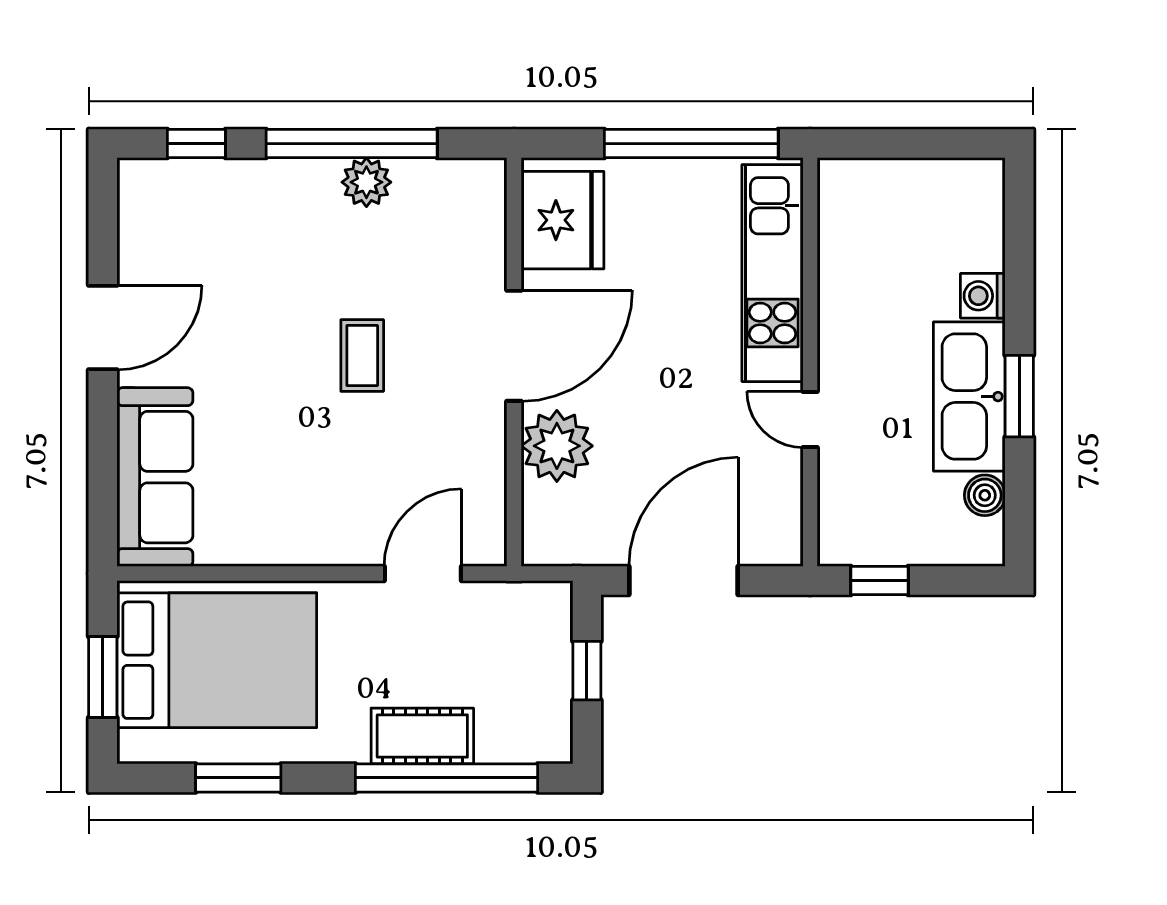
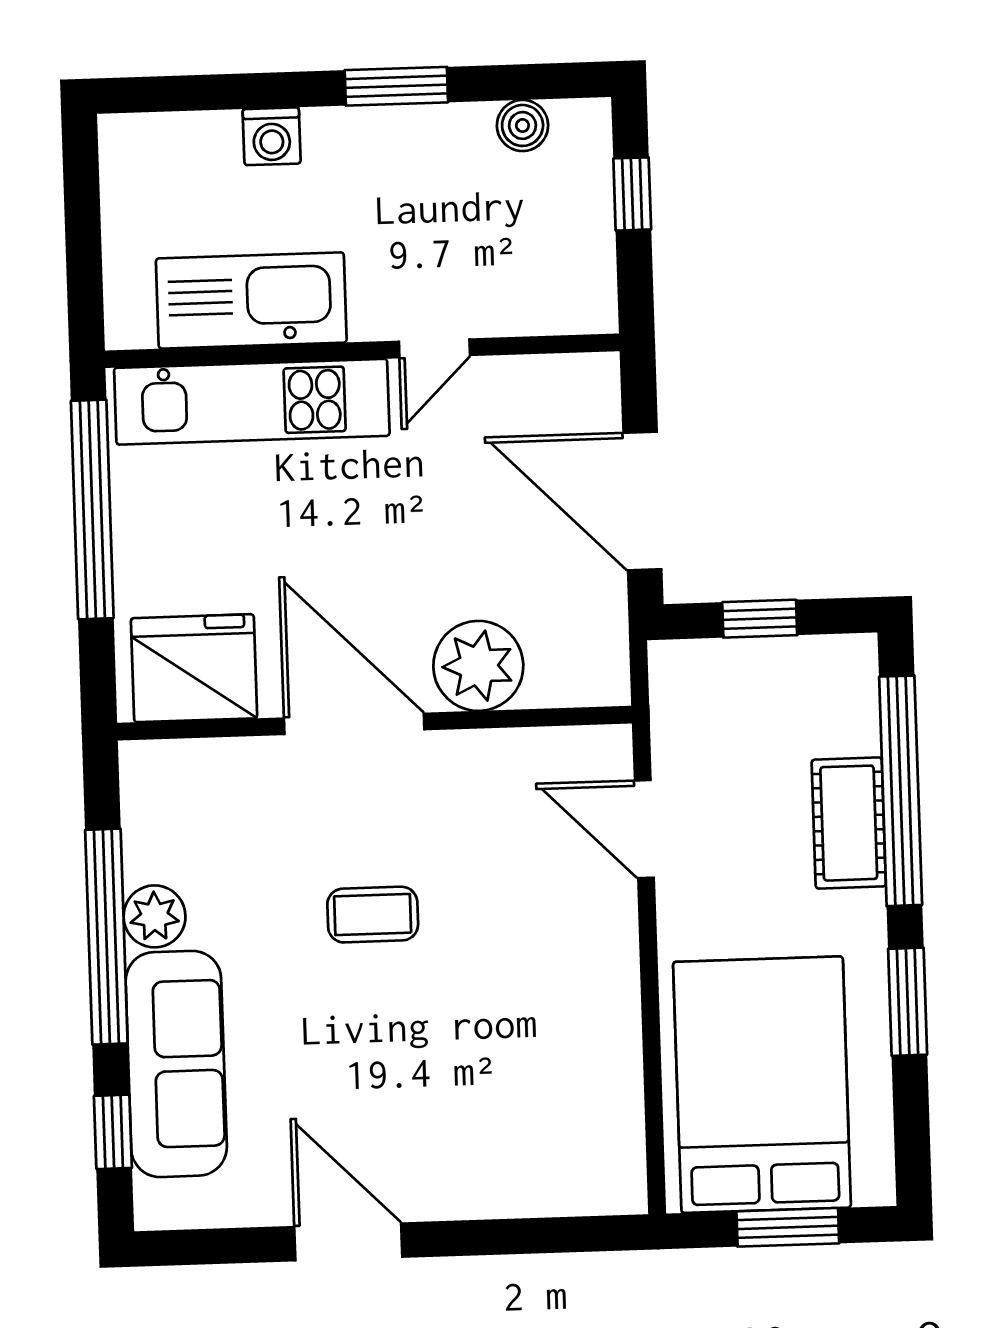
kitchen sink: (969, 397) -> (251, 300), moved, turned 180
sofa: (155, 477) -> (176, 1064), moved, turned 90
window: (880, 581) -> (632, 194), moved
window: (238, 778) -> (908, 1002), moved

